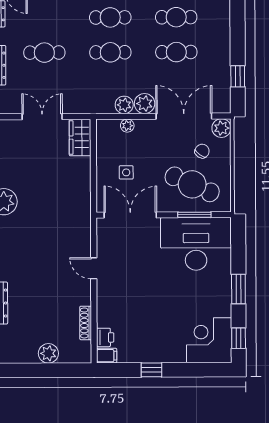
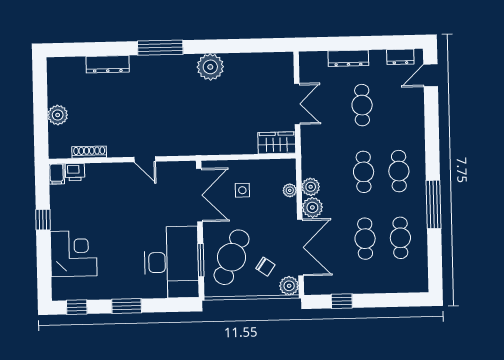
door: (94, 268) -> (145, 159), swing flipped
corner desk: (209, 340) -> (74, 254), moved

